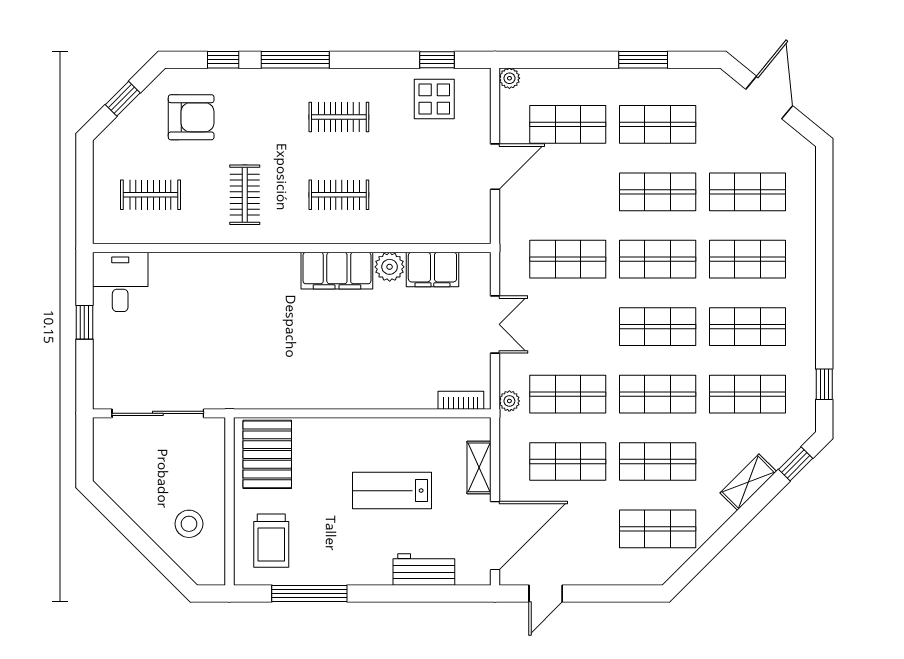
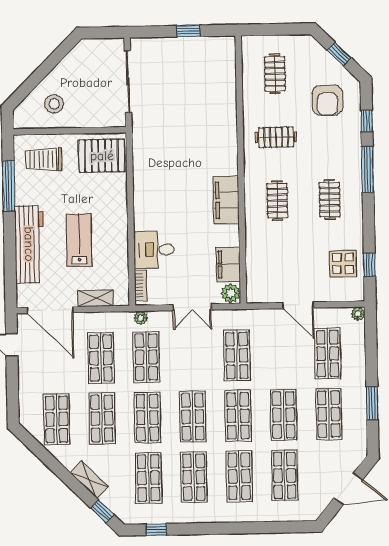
plant: (390, 267) -> (231, 293), moved
desk: (120, 282) -> (154, 250), moved, turned 180
workbench: (424, 570) -> (29, 244), width x1.88, depth x1.32

